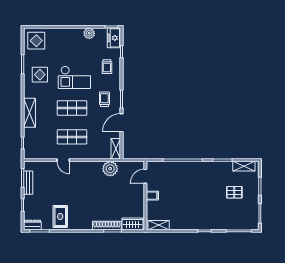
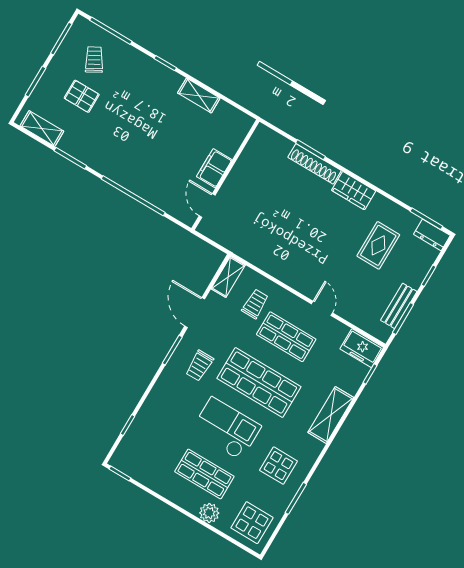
plant: (89, 33) -> (209, 513), moved
freezer: (114, 38) -> (362, 348), moved, turned 90
shop shelf: (72, 50) -> (204, 474), added
trolley: (107, 67) -> (255, 304), moved
shop shelf: (72, 108) -> (259, 383), width x1.43, depth x1.36
door: (121, 123) -> (195, 313), swing flipped
plant: (110, 169) -> (256, 251), removed
door: (145, 176) -> (207, 205), swing flipped
filing cabinet: (152, 196) -> (214, 168), width x2.00
trolley: (239, 213) -> (94, 60), added
rug: (60, 217) -> (378, 245), moved
wardrobe: (133, 224) -> (354, 191), moved
shelving: (159, 225) -> (199, 96), moved

